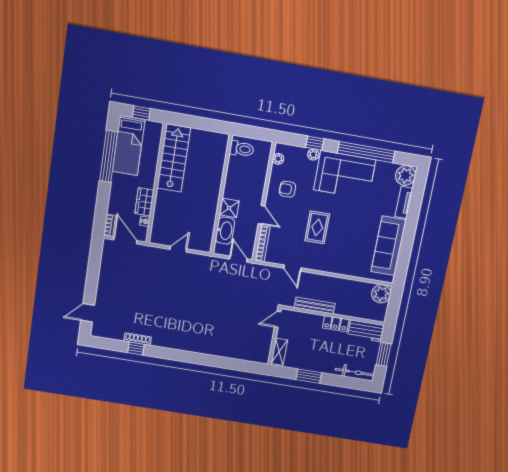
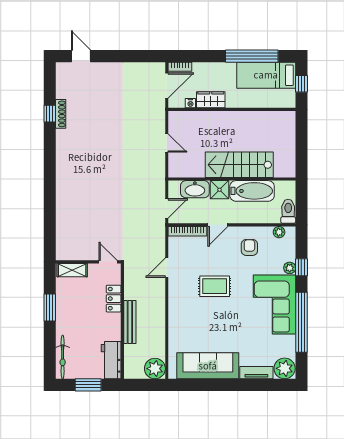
toilet: (242, 149) -> (288, 211), moved, turned 180
stairs: (174, 158) -> (239, 165), moved, turned 180
bathtub: (235, 178) -> (252, 191), added
bench: (315, 306) -> (130, 322), moved
locker: (336, 324) -> (114, 299), moved

